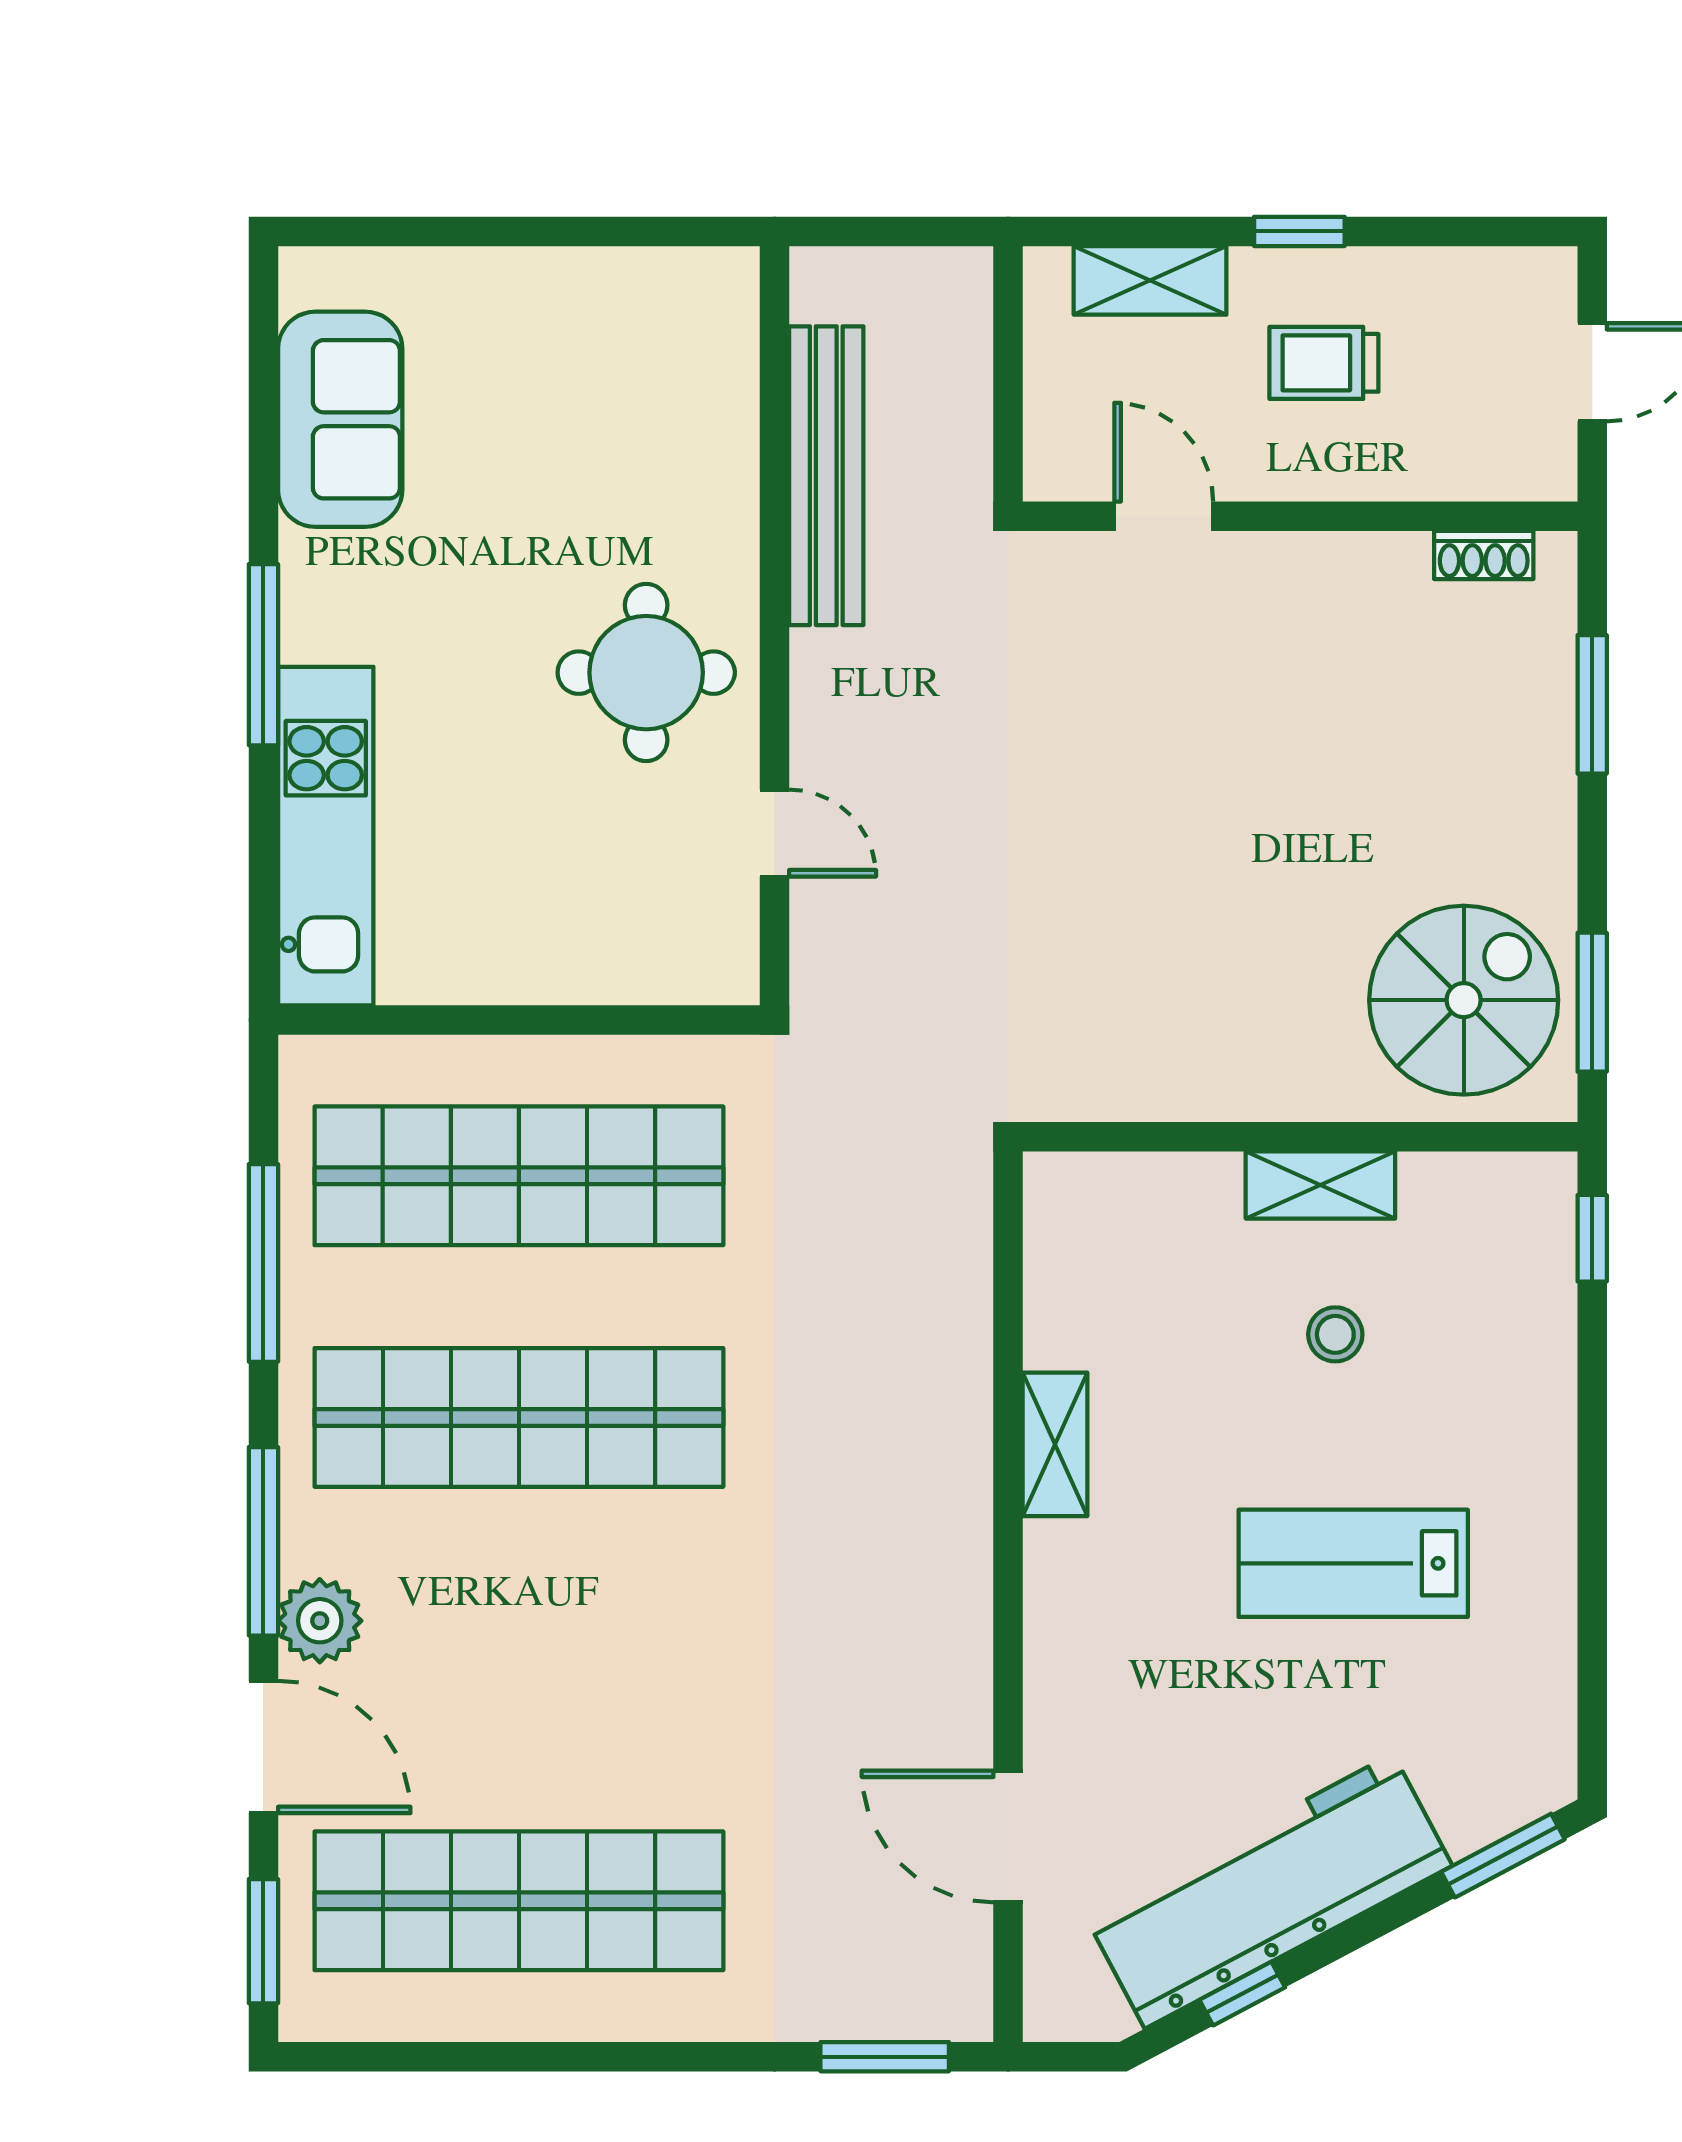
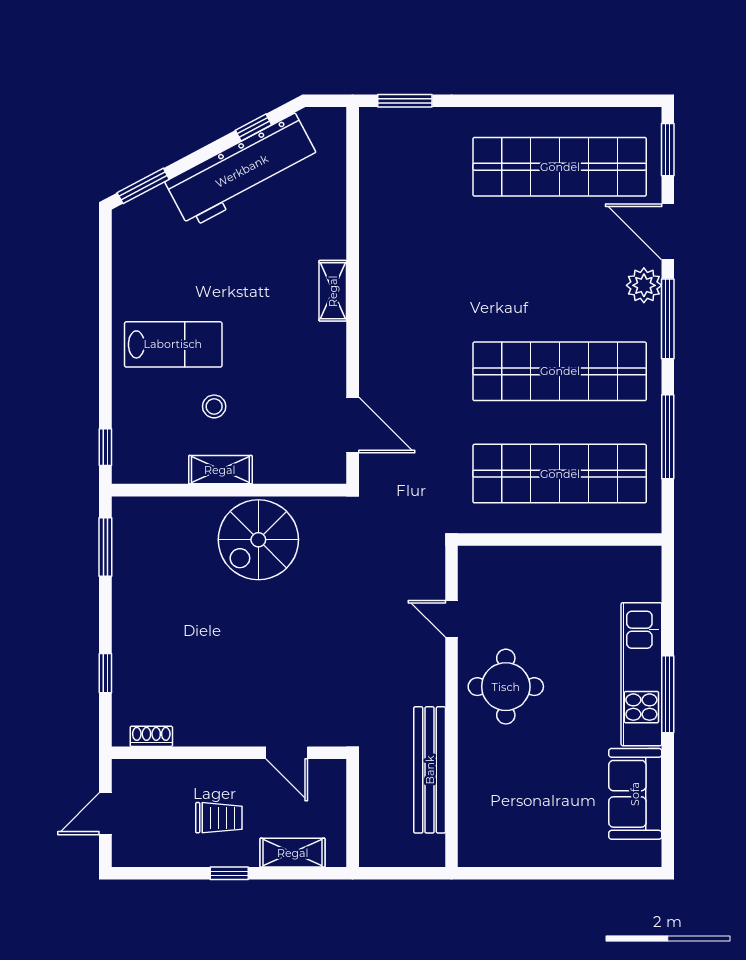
window: (1592, 704) -> (105, 673), width x0.67
kitchen unit: (326, 836) -> (641, 674), moved
spiral stairs: (1464, 1000) -> (258, 540), moved
shelving: (1055, 1444) -> (333, 291), moved
lab bench: (1353, 1563) -> (173, 344), moved
door: (1008, 1836) -> (353, 425), moved

